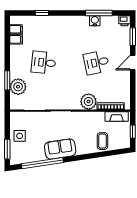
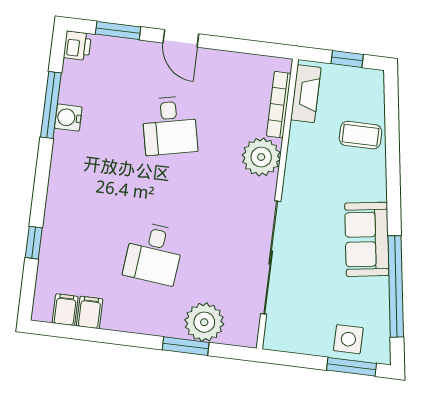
side table: (20, 136) -> (348, 339), moved

